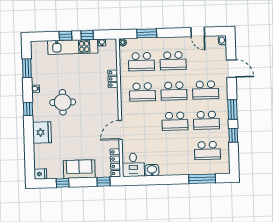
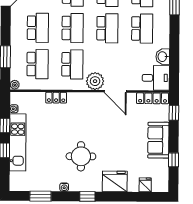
plant: (128, 112) -> (95, 81), added
school desk: (176, 151) -> (142, 28), added
fridge: (40, 174) -> (145, 185), moved

